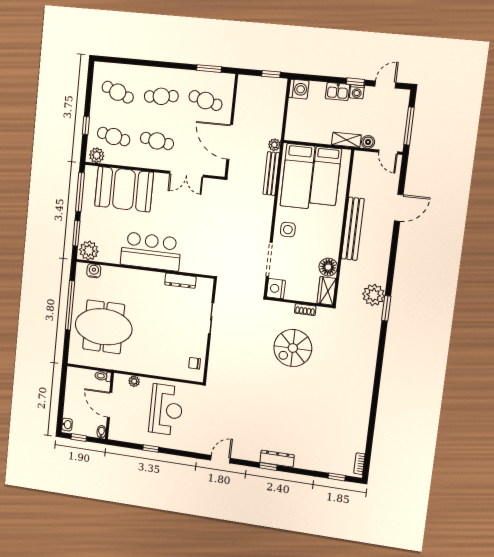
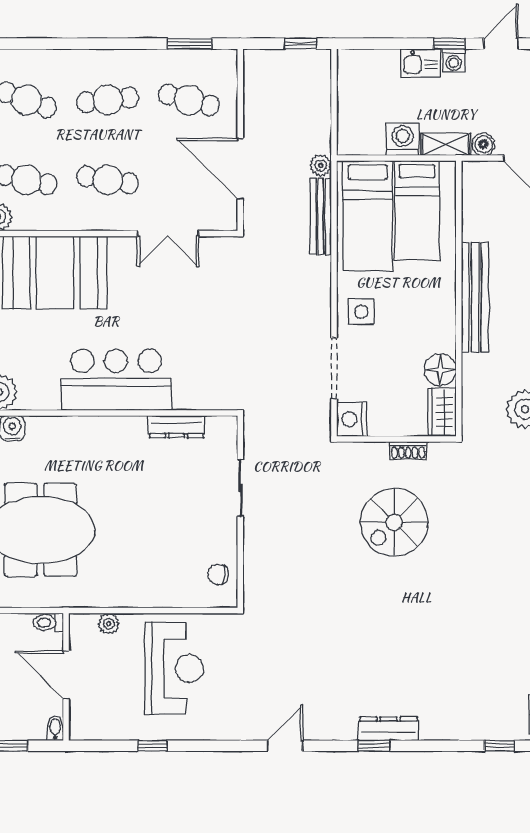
washing machine: (299, 89) -> (403, 139), moved, turned -90

